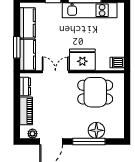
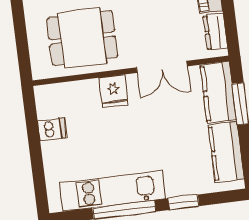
fridge: (82, 60) -> (113, 91), width x0.53, depth x0.75
dishwasher: (117, 62) -> (52, 129), moved

